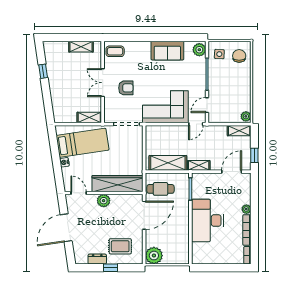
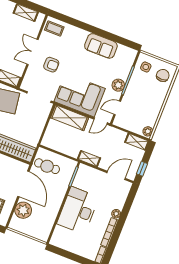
plant: (199, 50) -> (118, 85), moved
shelving: (168, 163) -> (70, 118), moved
door: (144, 215) -> (23, 184), hinge flipped
plant: (154, 256) -> (23, 210), moved

